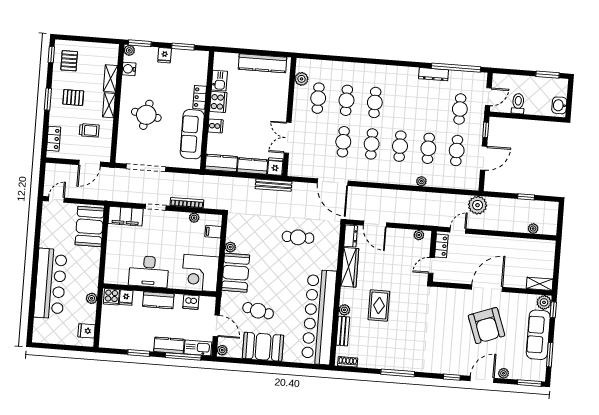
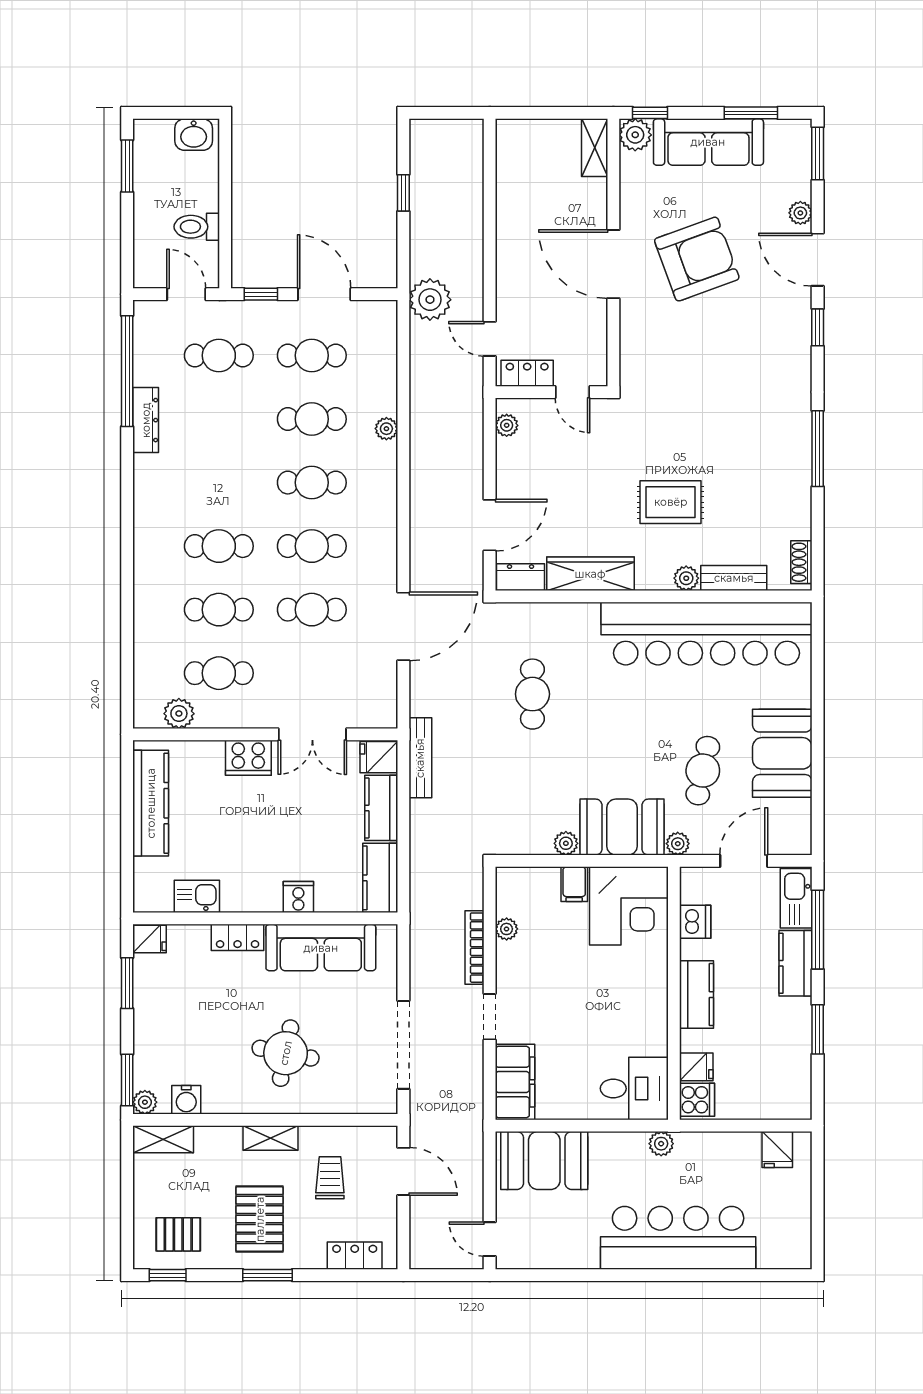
fridge: (165, 55) -> (150, 939), moved
shelving: (111, 78) -> (163, 1139), moved
pallet: (73, 98) -> (260, 1219), width x1.50, depth x1.42
cooker: (218, 102) -> (248, 758), moved, turned 180
plant: (533, 229) -> (473, 172), removed
filing cabinet: (213, 232) -> (574, 884), moved
desk: (149, 271) -> (634, 1088), moved, width x0.73
plant: (92, 298) -> (661, 1144), moved
plant: (222, 350) -> (678, 844), moved

